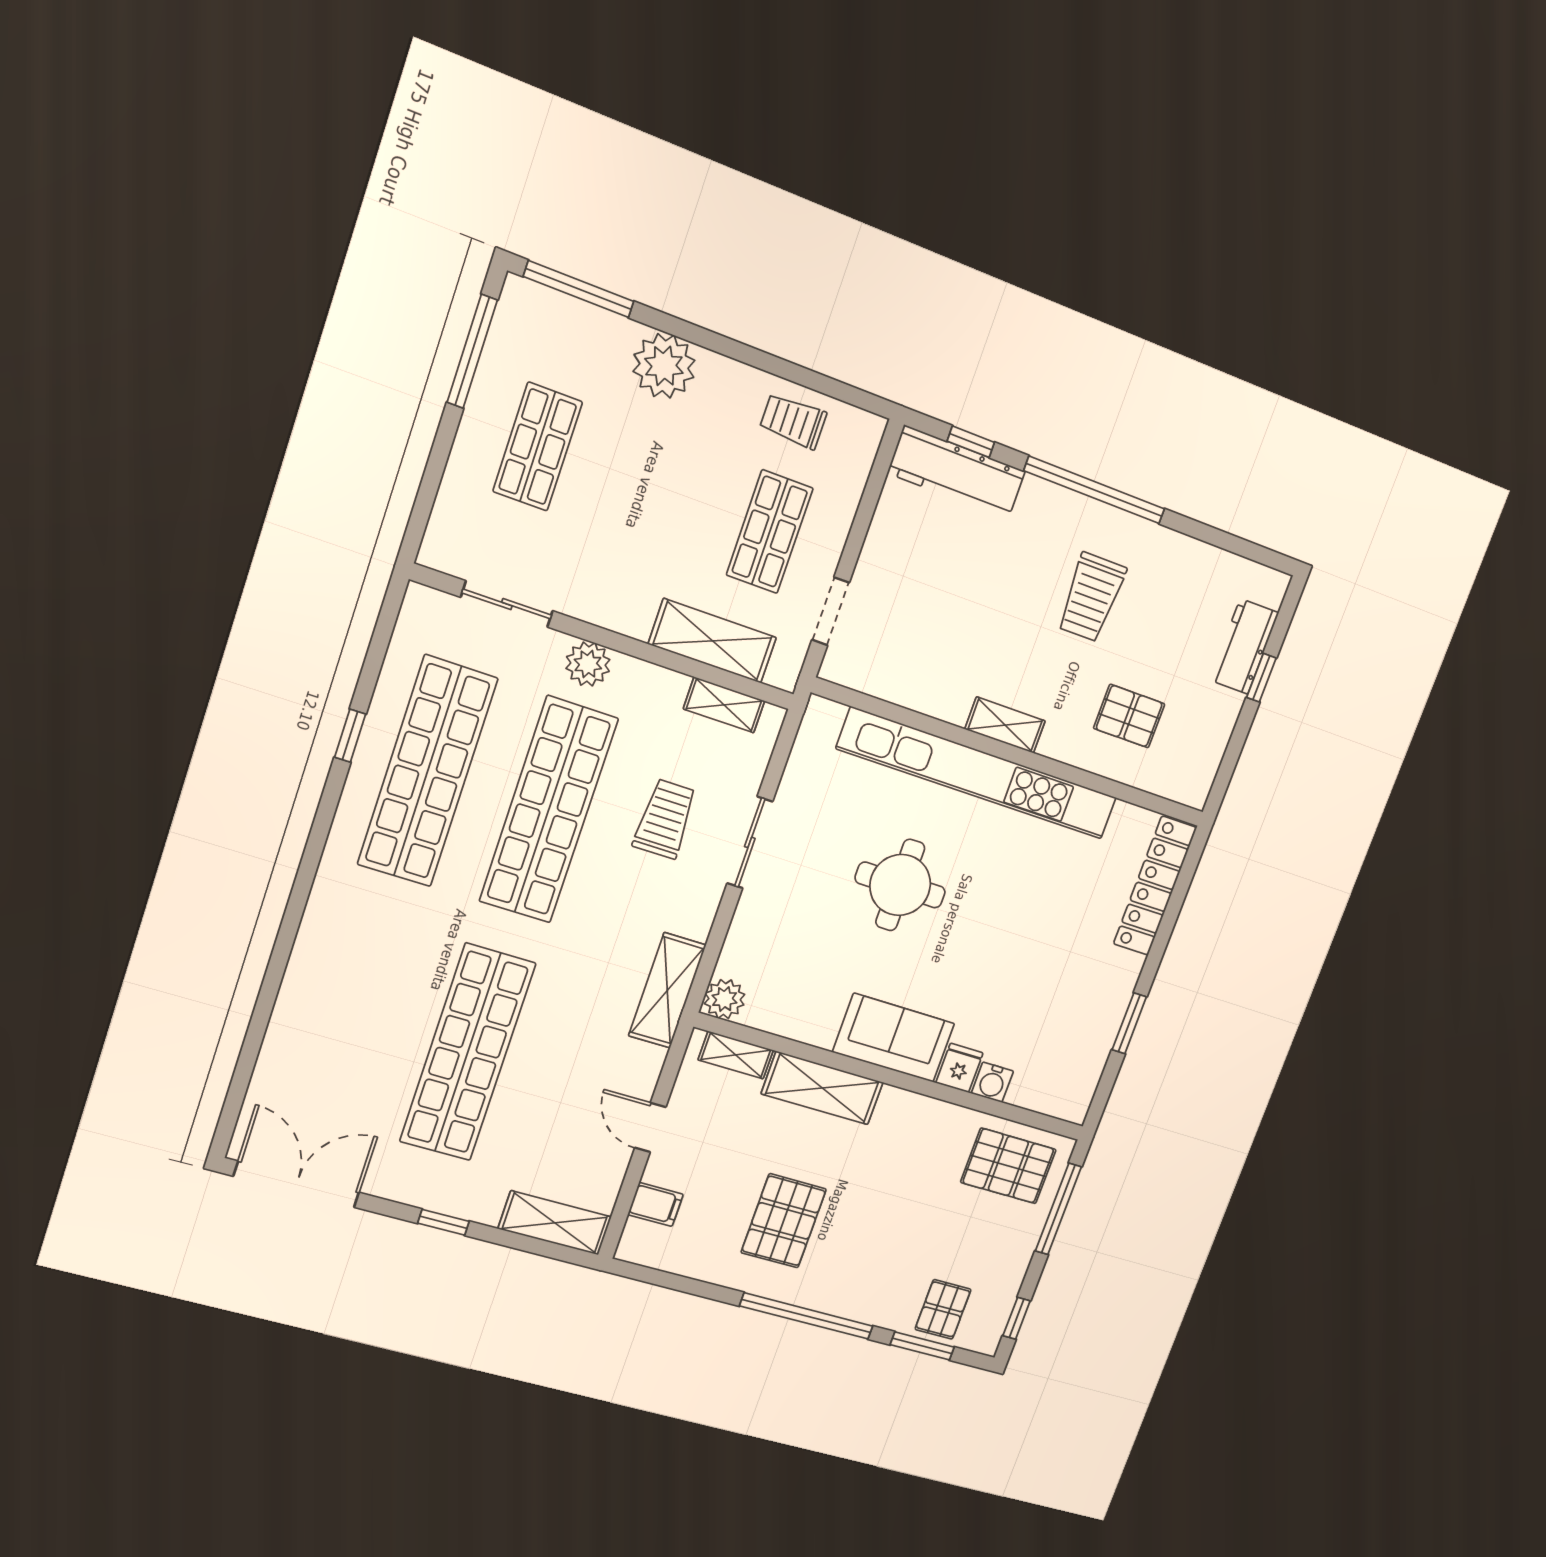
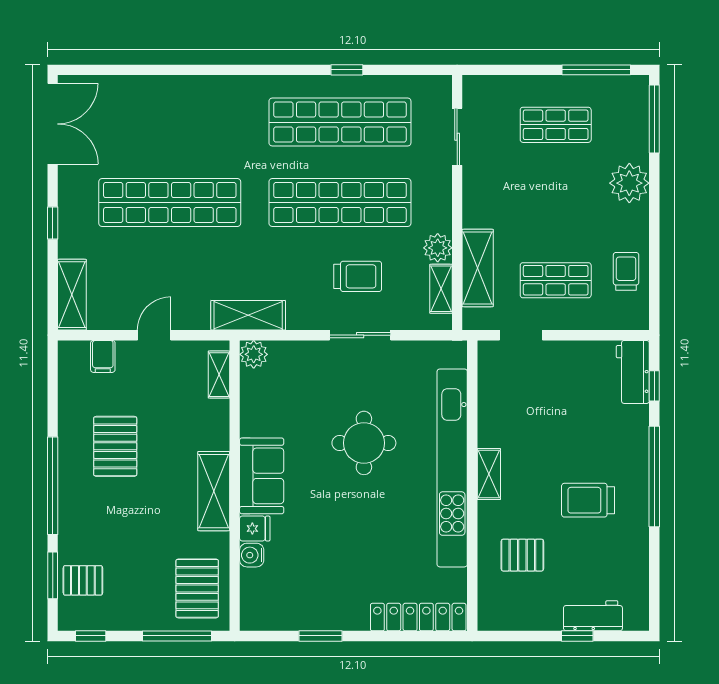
workbench: (957, 472) -> (633, 372), width x0.73
plant: (588, 664) -> (438, 248), moved
pallet: (1129, 716) -> (522, 555), turned 90
shelving: (822, 1088) -> (214, 491), moved
pallet: (784, 1221) -> (115, 446), turned 90

